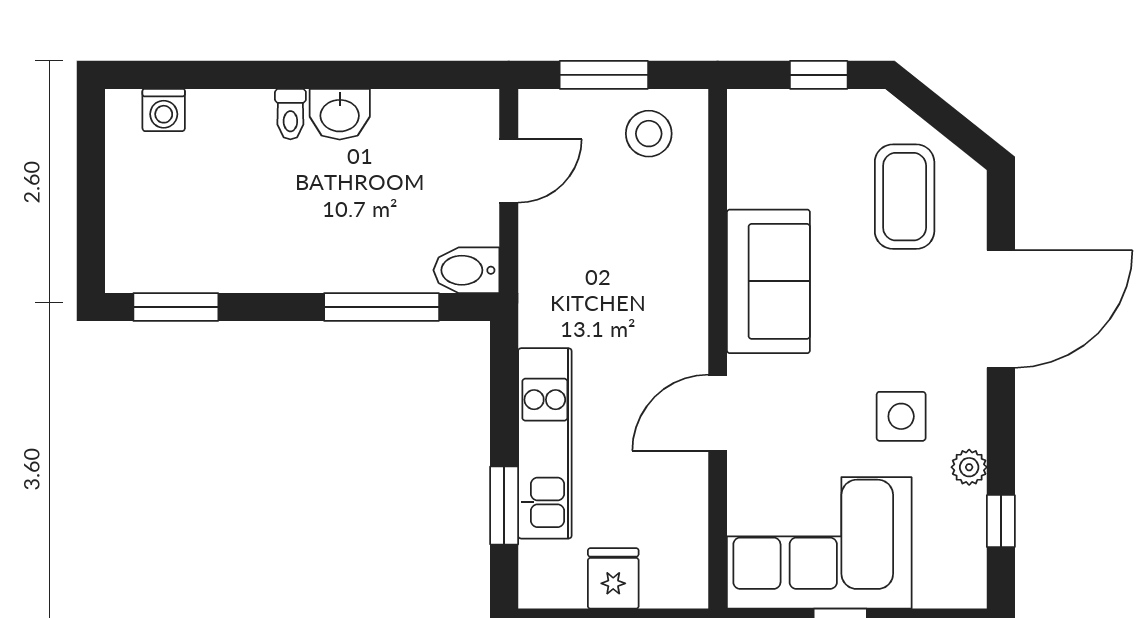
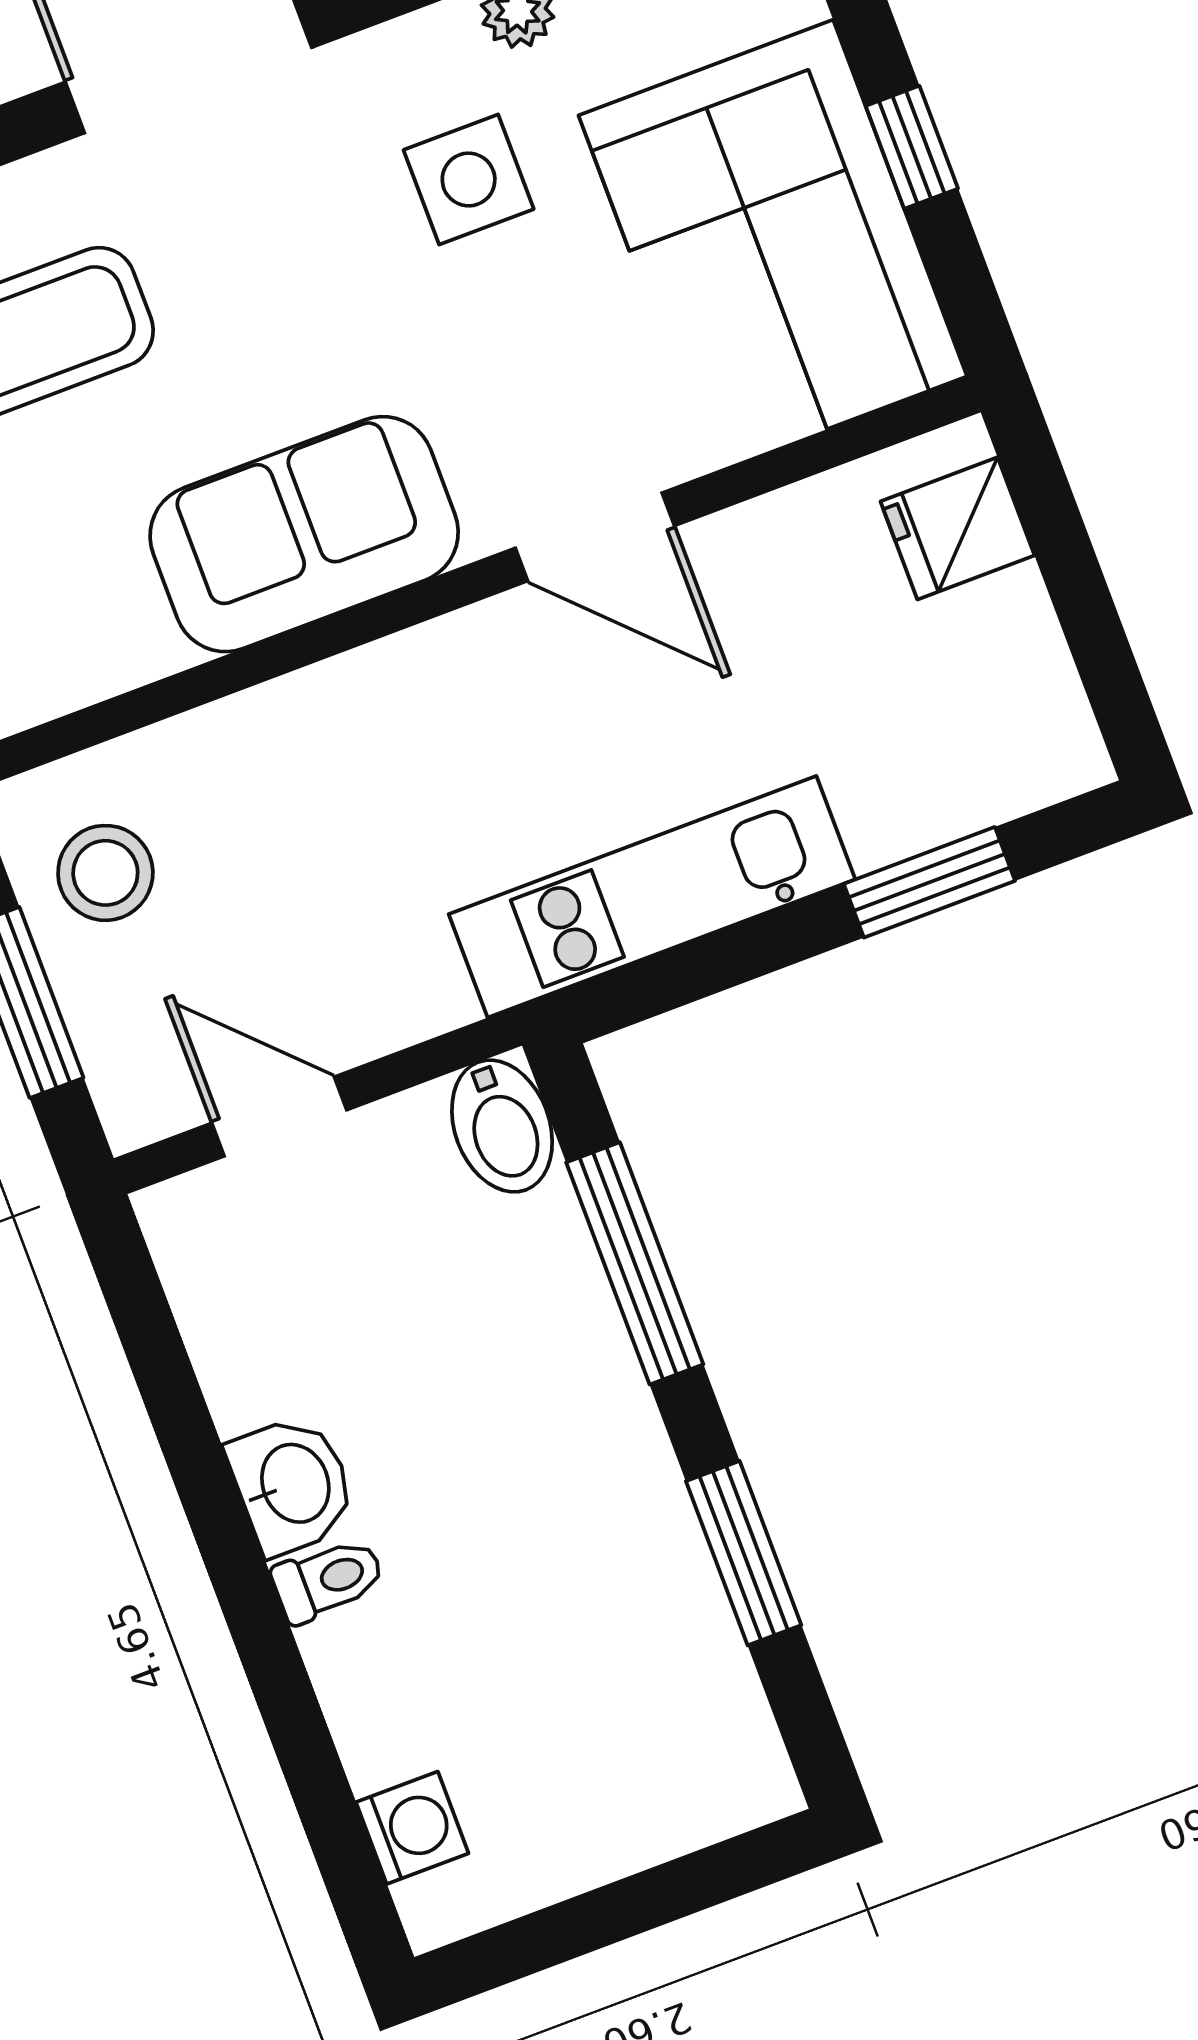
window: (176, 307) -> (744, 1553), moved
kitchen unit: (545, 443) -> (652, 897), moved
fridge: (613, 578) -> (957, 528), moved

